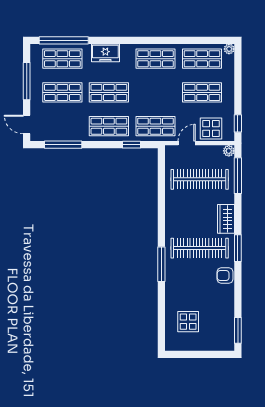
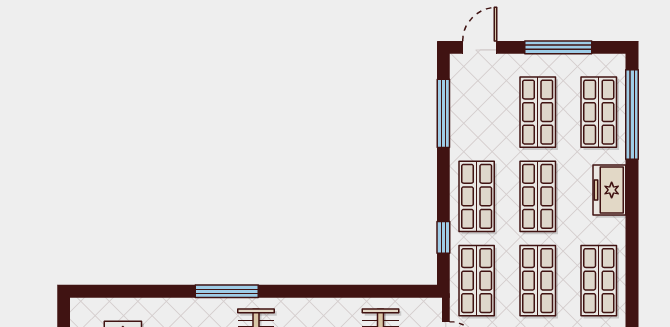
shop shelf: (155, 92) -> (538, 281), added

